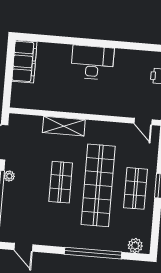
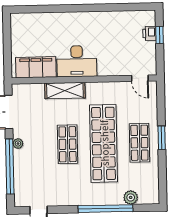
filing cabinet: (24, 61) -> (36, 67), moved, turned -90
desk: (92, 63) -> (77, 61), moved, turned 180
plant: (135, 246) -> (131, 197), moved

